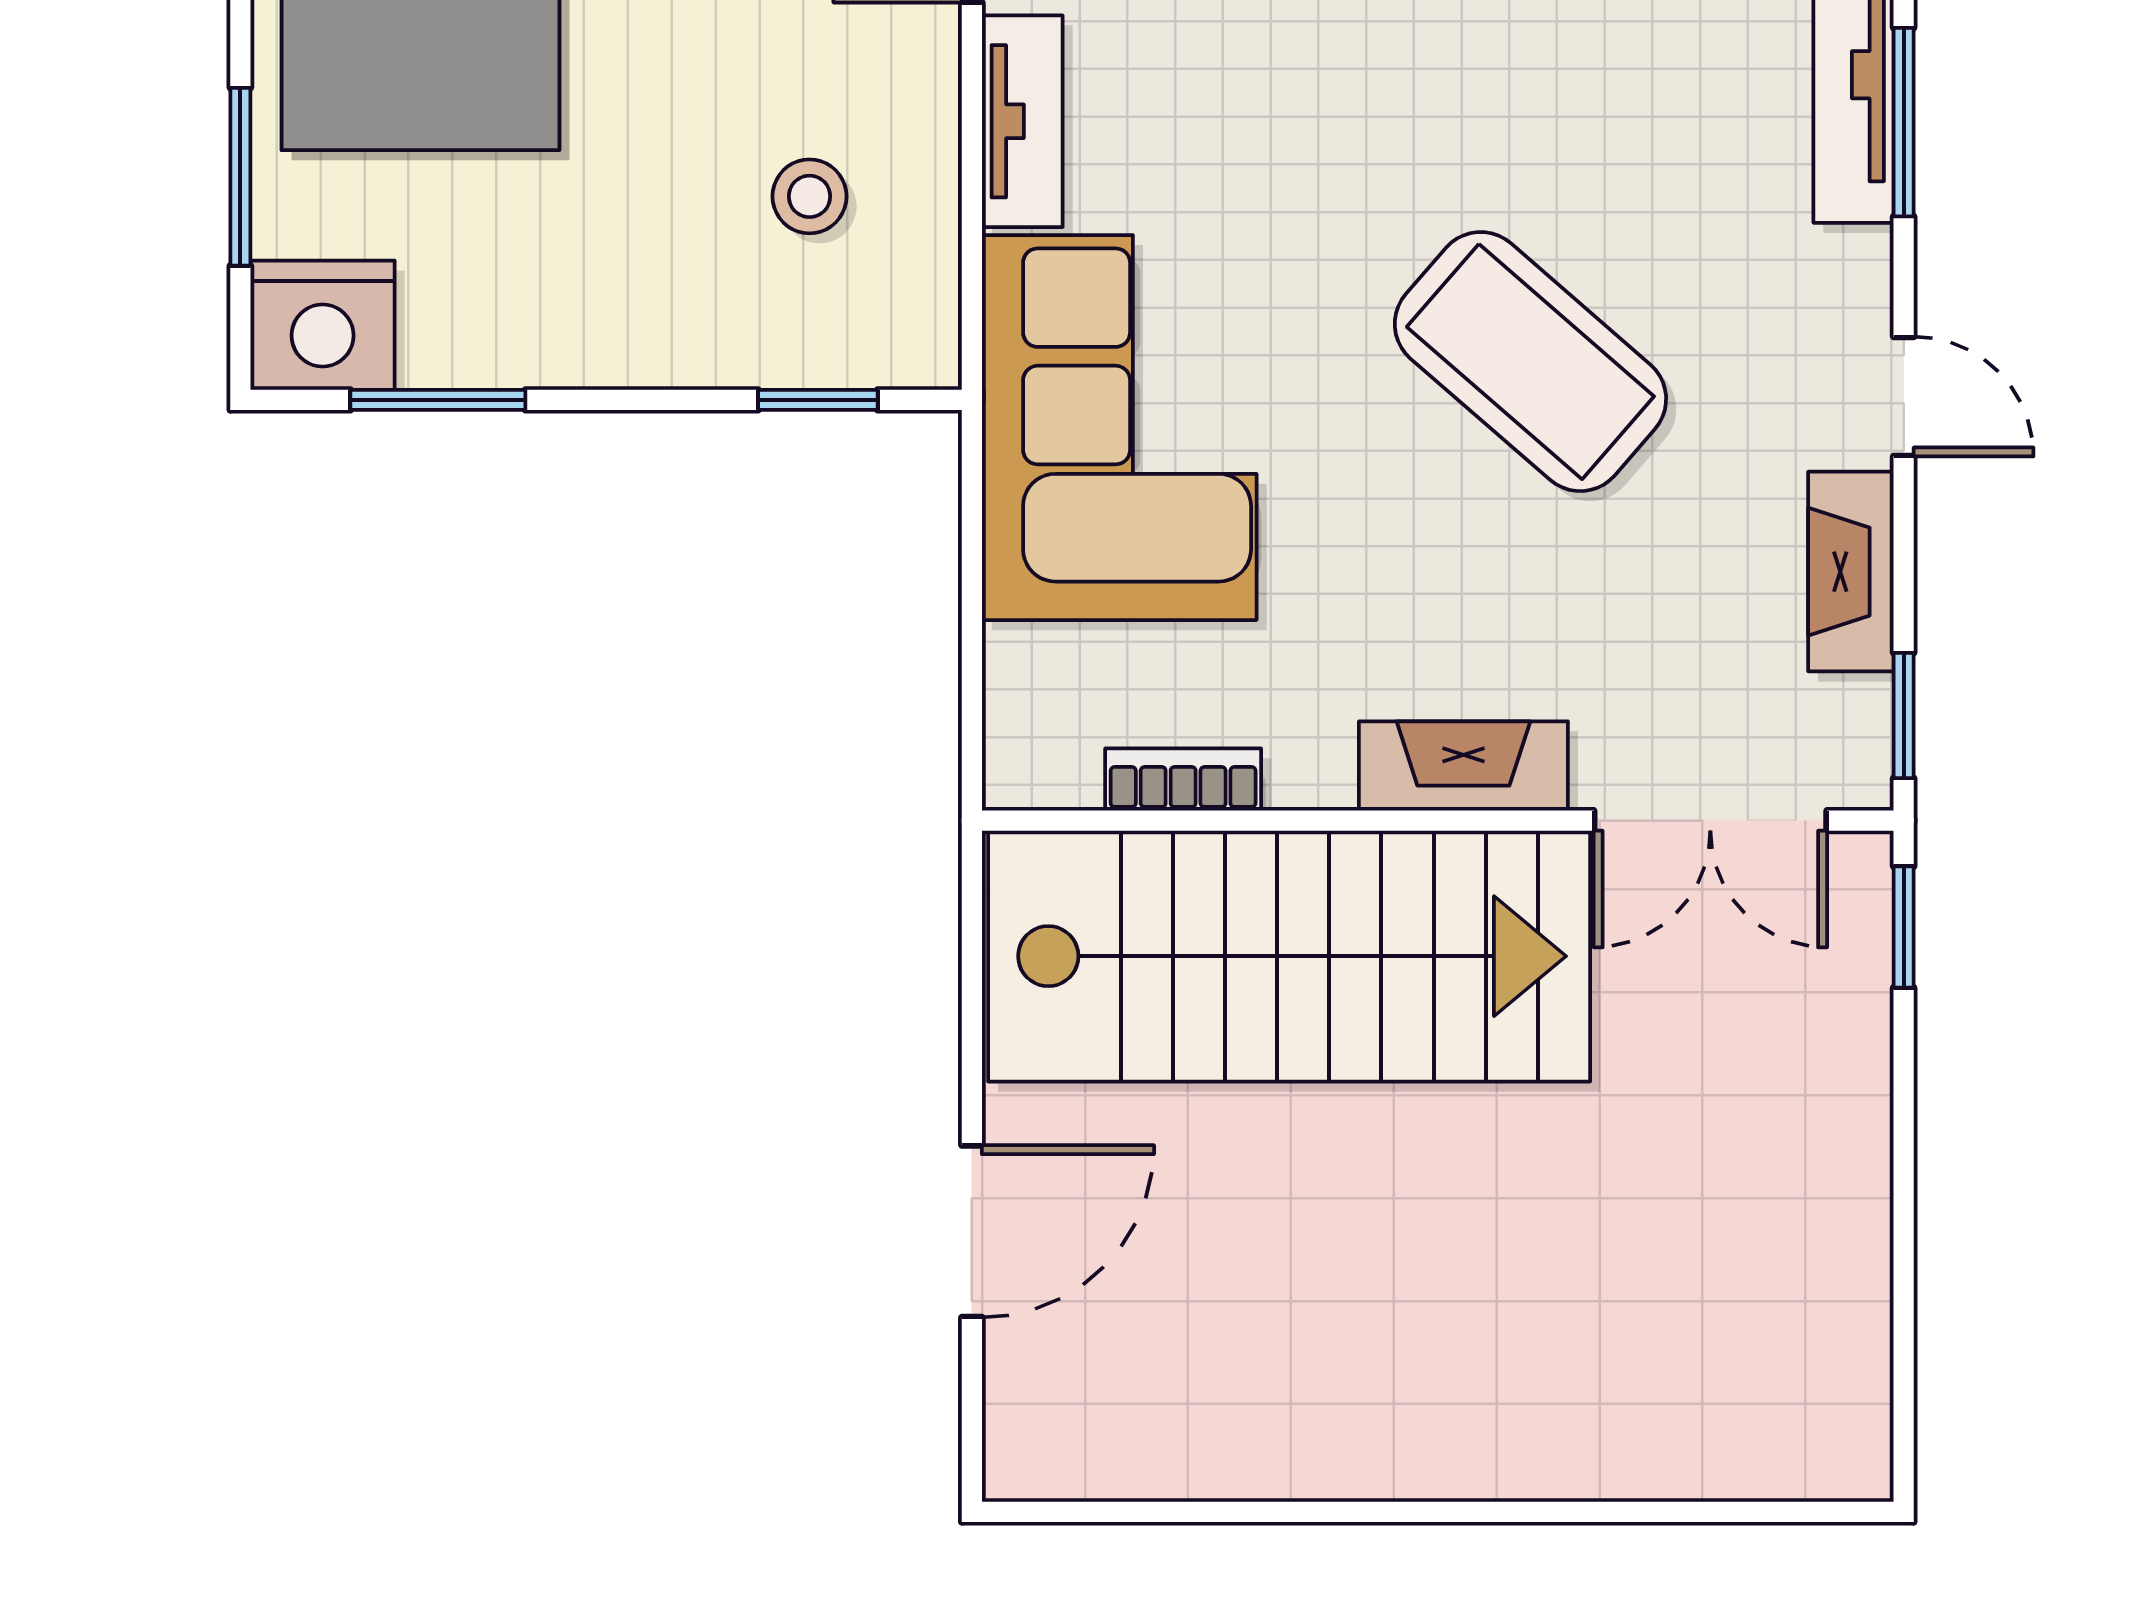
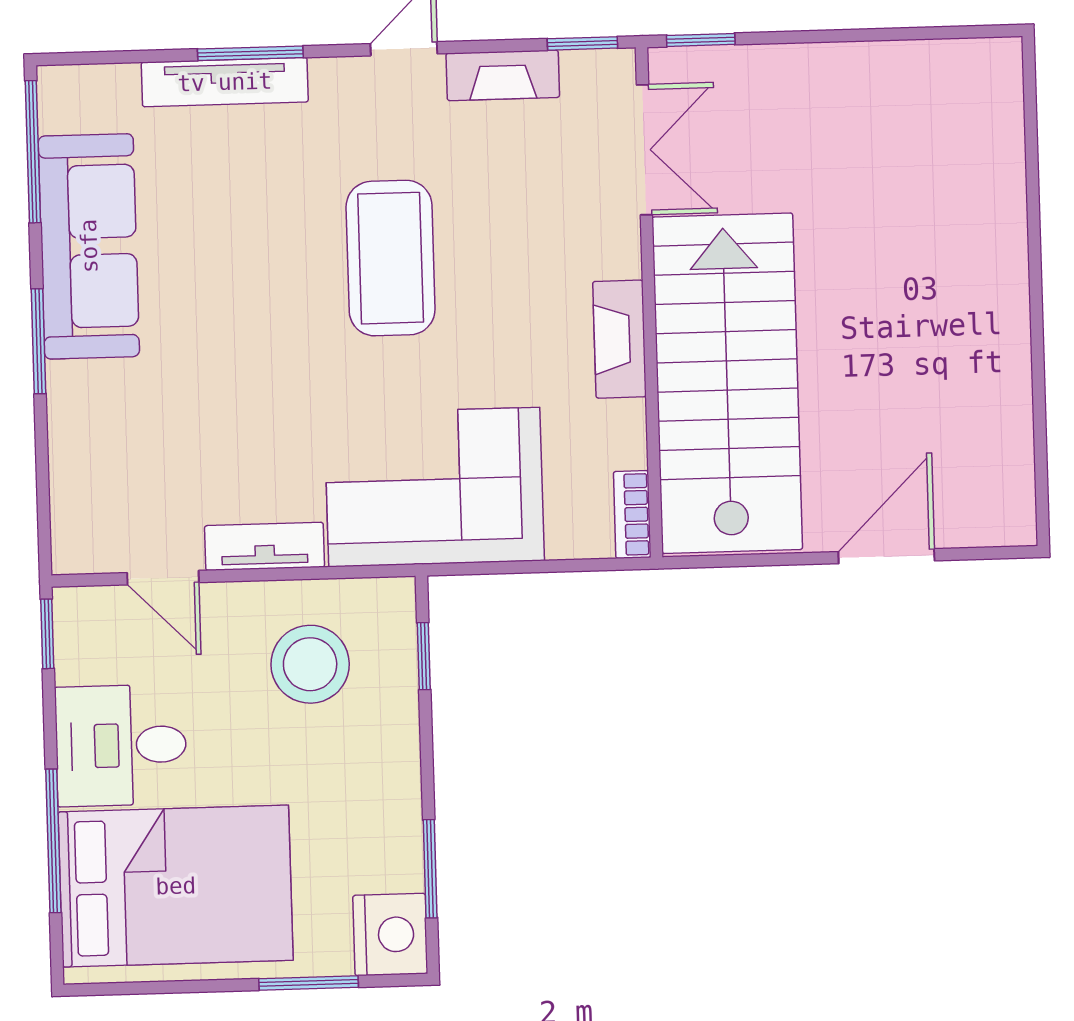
stool: (809, 196) -> (310, 664), width x1.89, depth x1.89
coffee table: (1530, 362) -> (391, 258), turned -41
fireplace: (1463, 766) -> (619, 339), moved
bookcase: (1183, 779) -> (632, 514), moved
door: (972, 1231) -> (886, 556), hinge flipped

